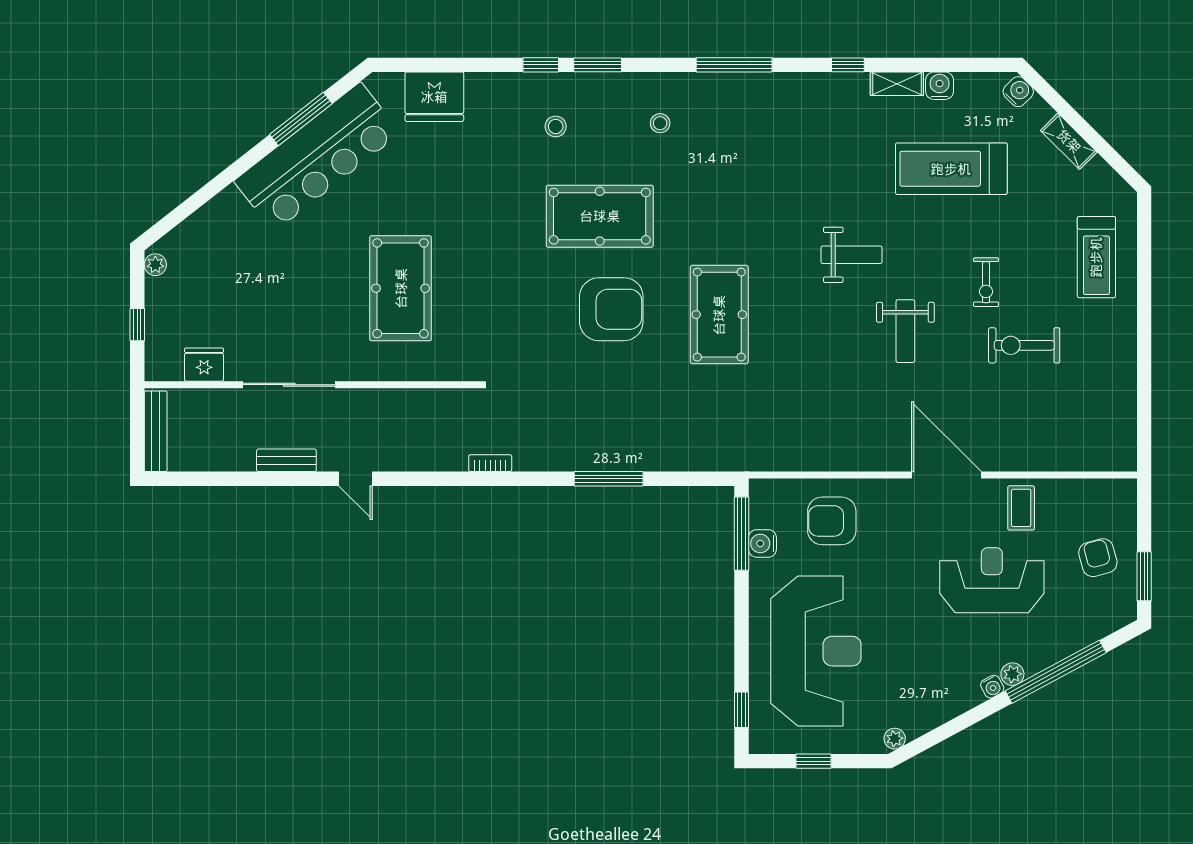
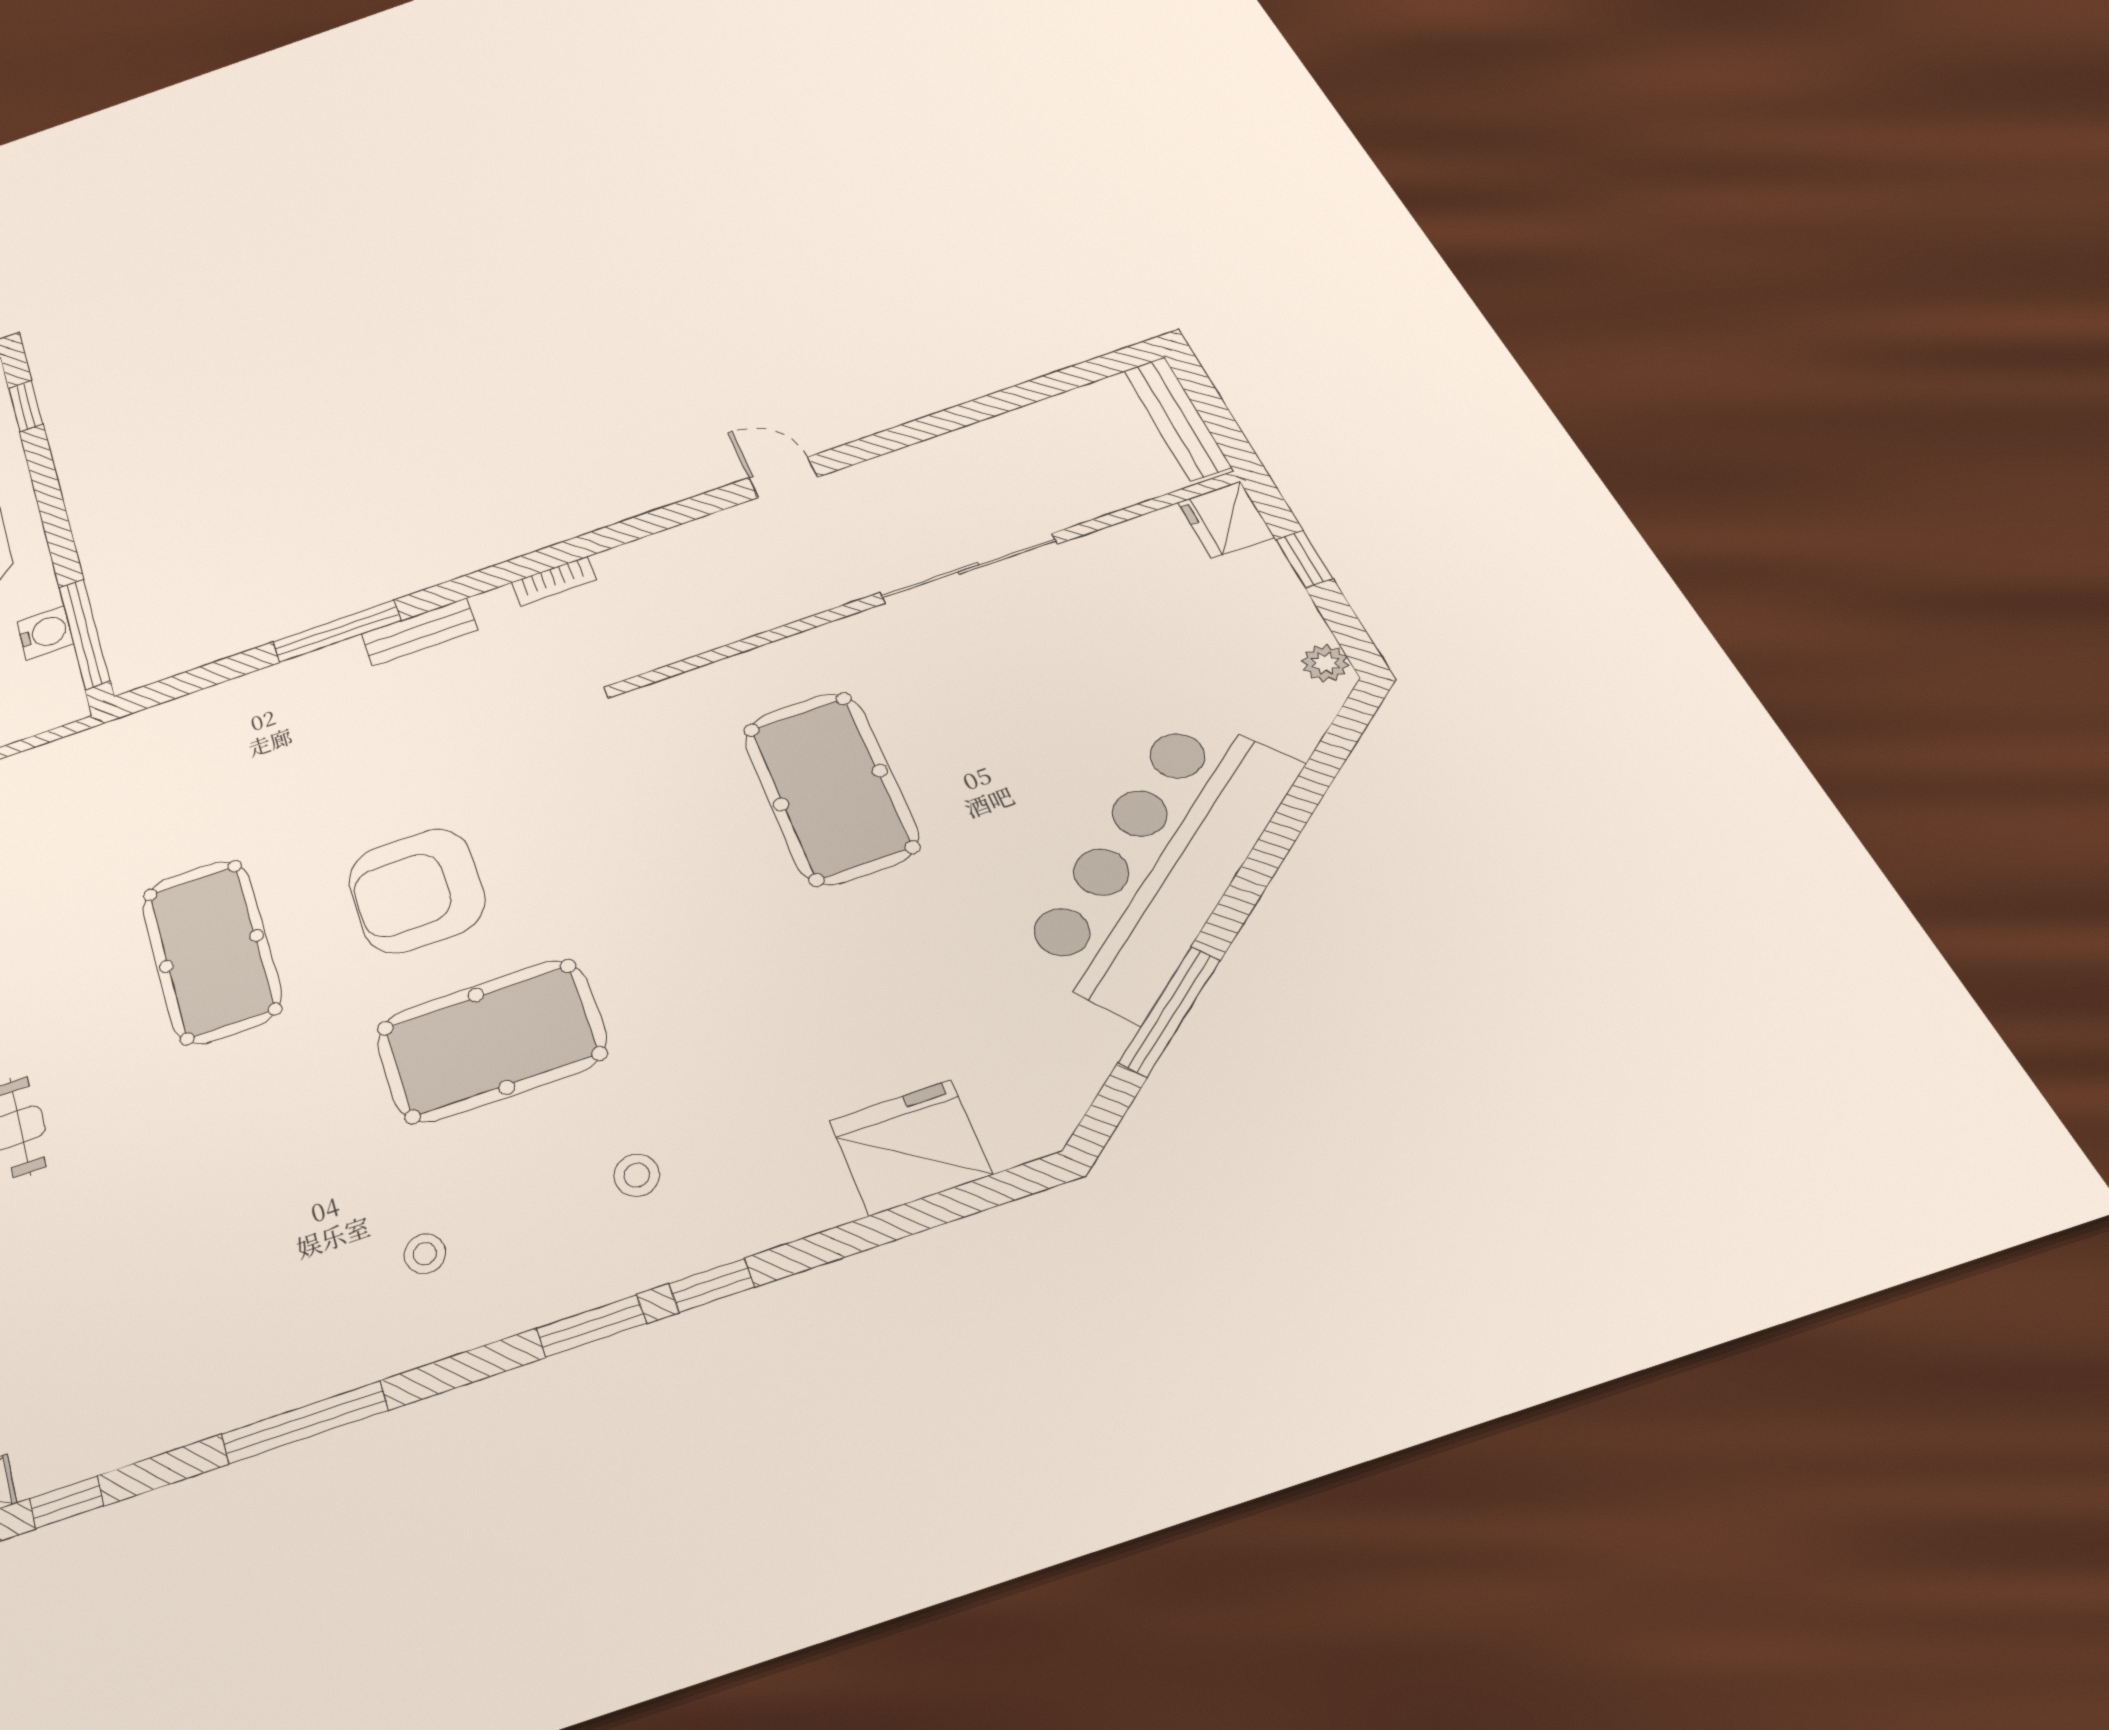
bar counter: (317, 157) -> (1160, 862), moved
fridge: (204, 365) -> (1226, 520), moved, turned 90
bench: (286, 460) -> (419, 632), moved

